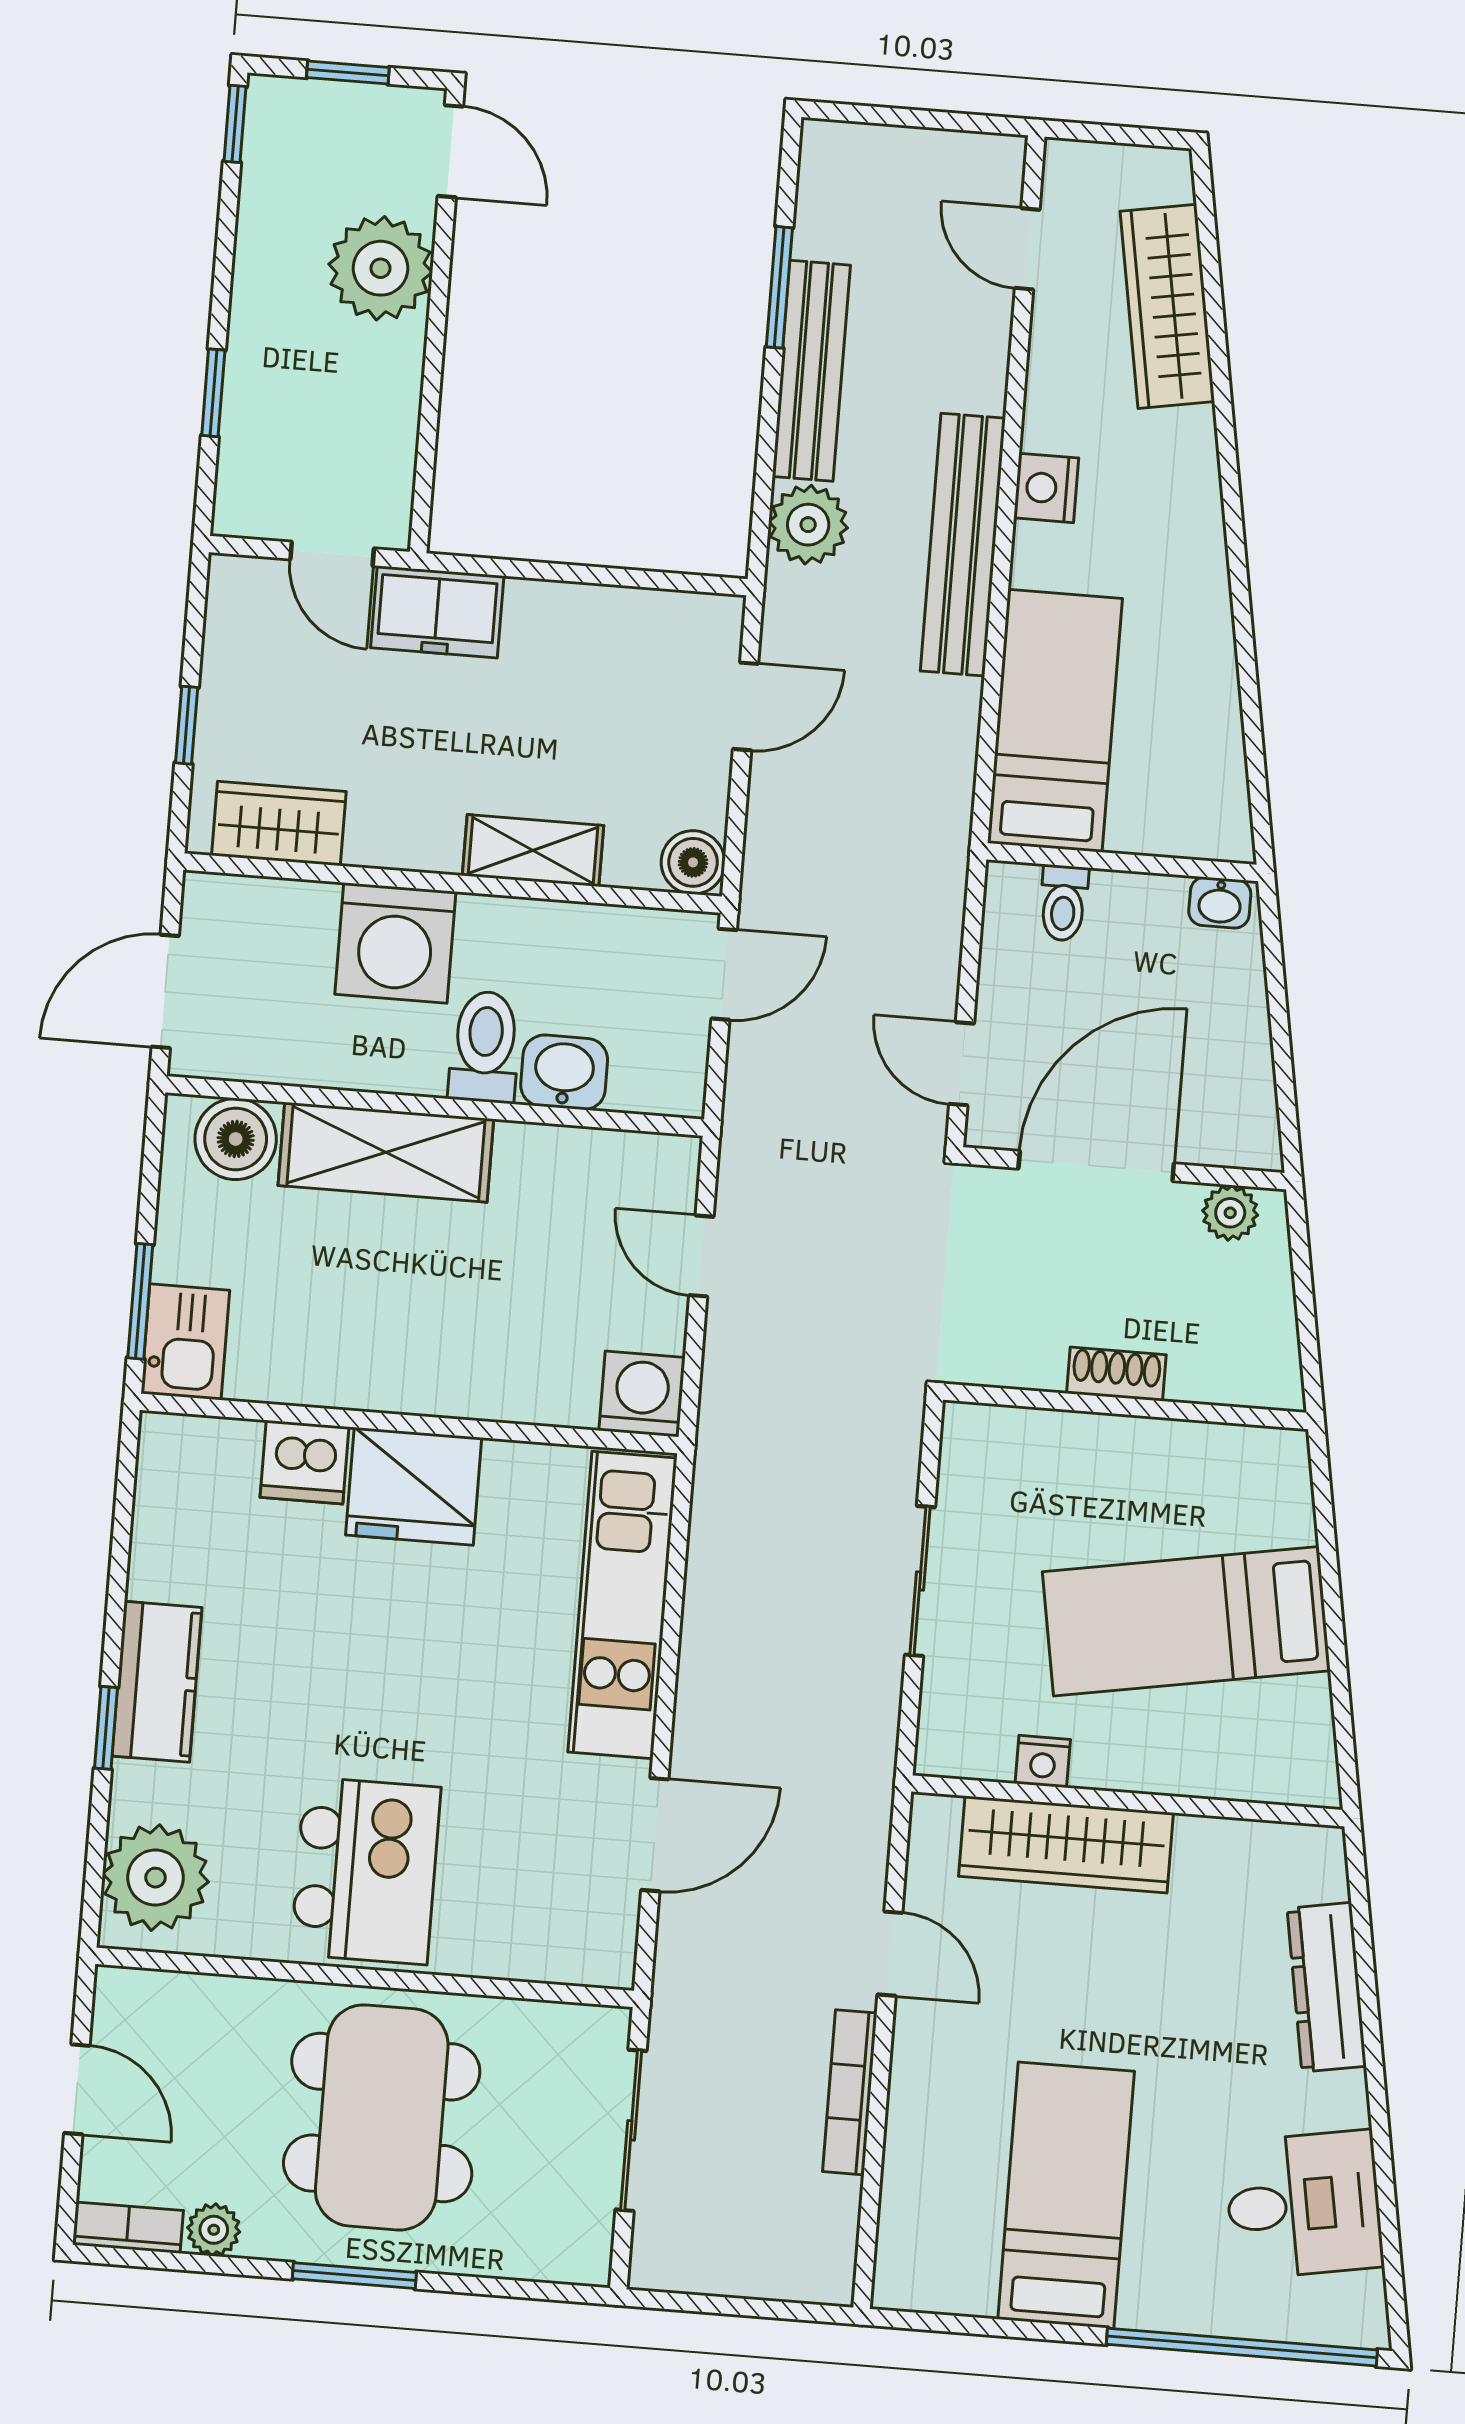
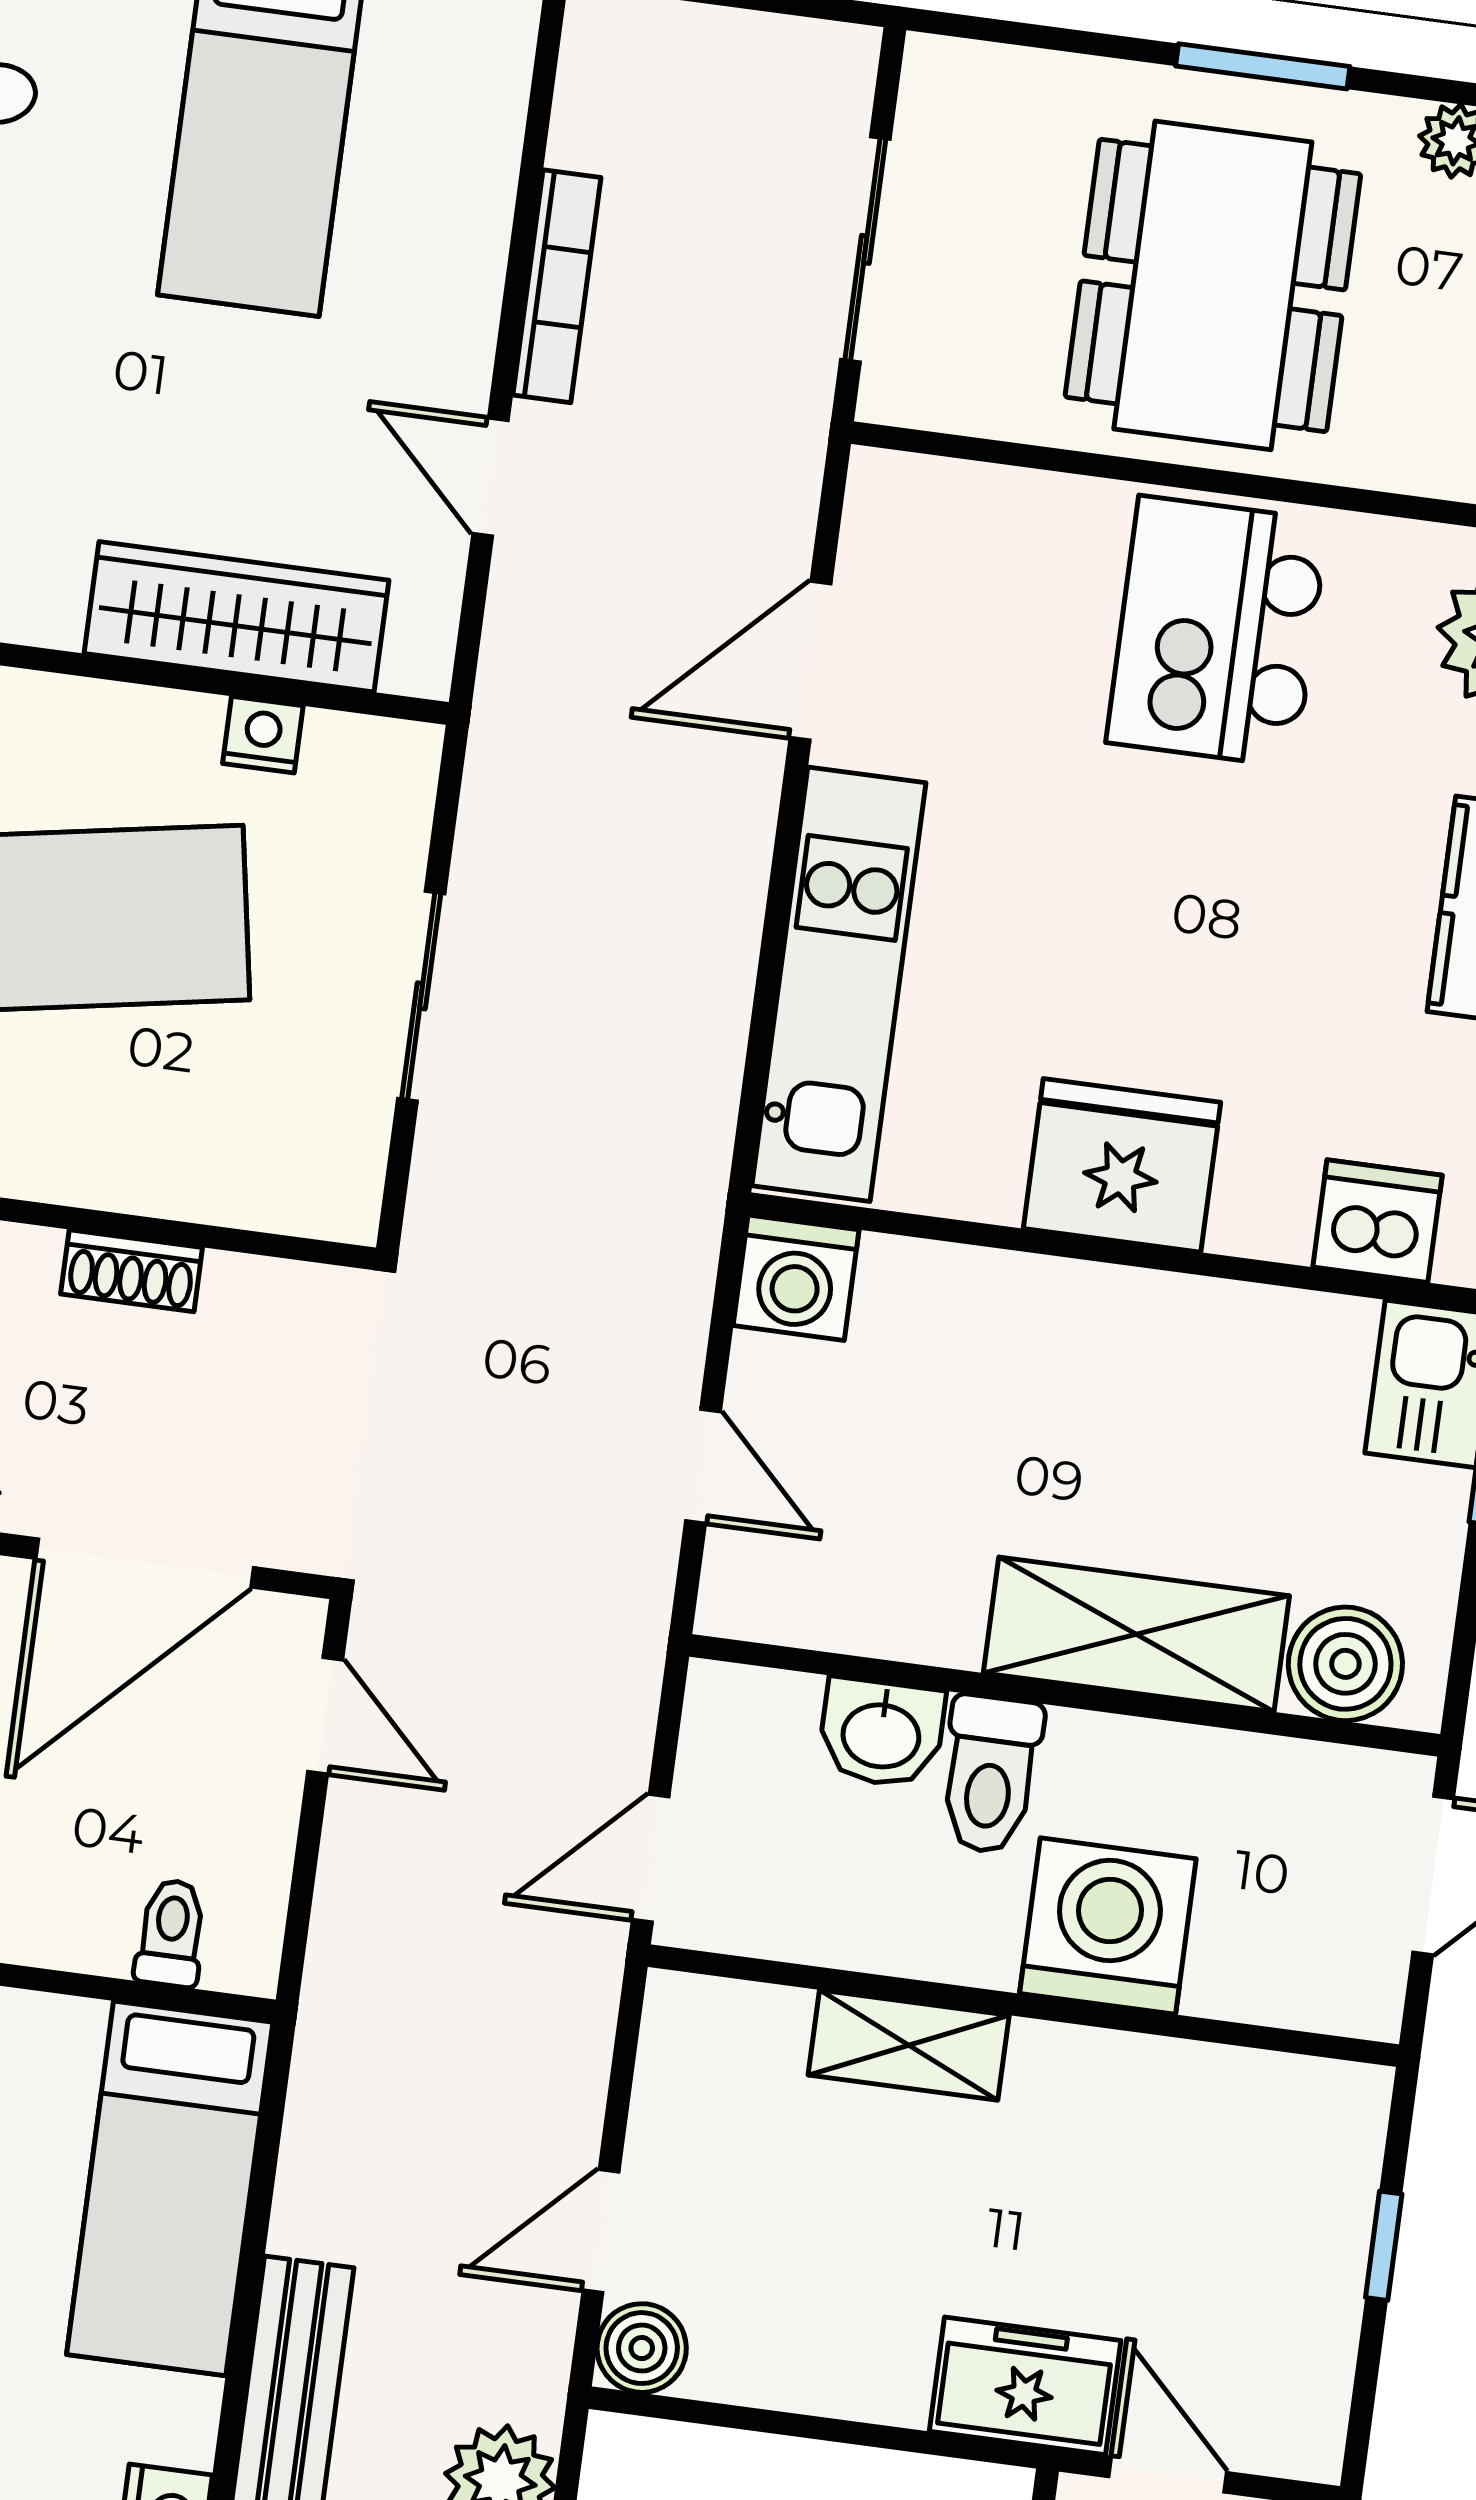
wardrobe: (279, 823) -> (1262, 2102), removed
boiler: (693, 862) -> (642, 2348), moved
dishwasher: (305, 1462) -> (1377, 1221), moved

